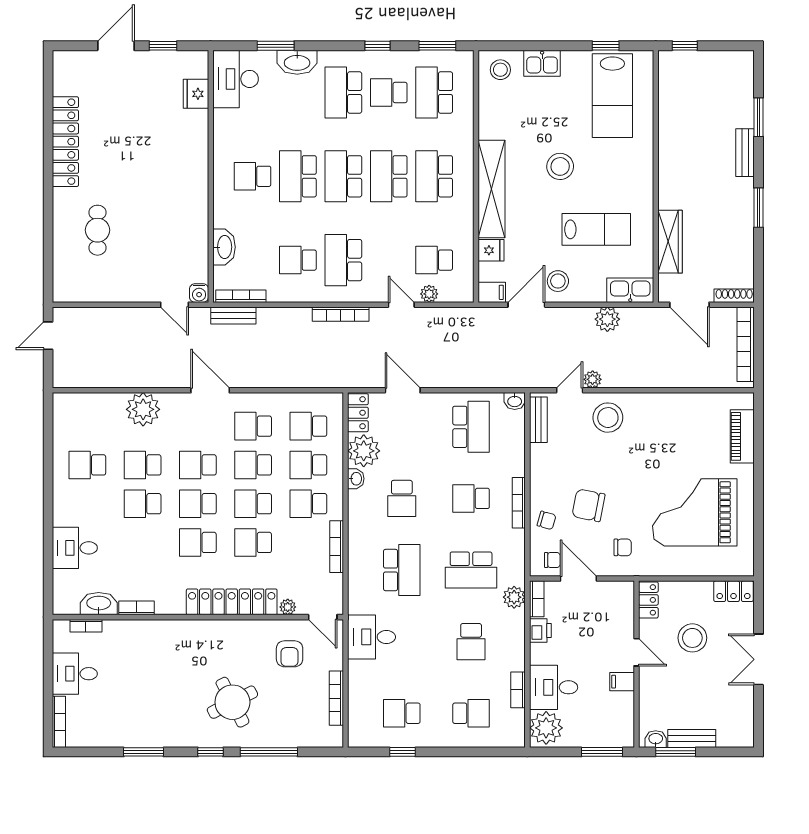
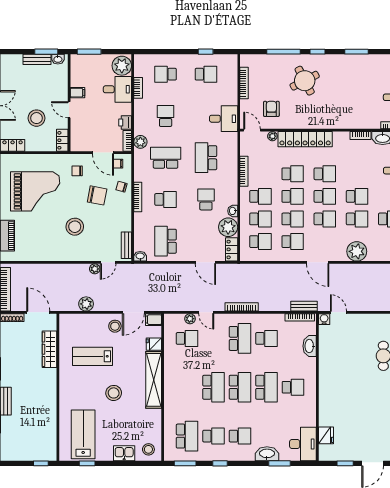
school desk: (343, 92) -> (240, 436), width x0.54
school desk: (434, 176) -> (187, 387), removed
kitchen sink: (630, 290) -> (73, 321), removed
stool: (608, 418) -> (75, 227), moved

